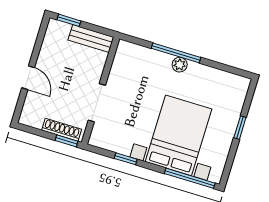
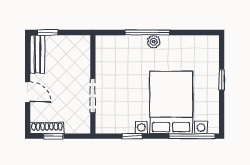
bench: (91, 39) -> (37, 54), moved, turned 90
shoe rack: (62, 130) -> (47, 128), moved
window: (67, 141) -> (53, 136), moved

